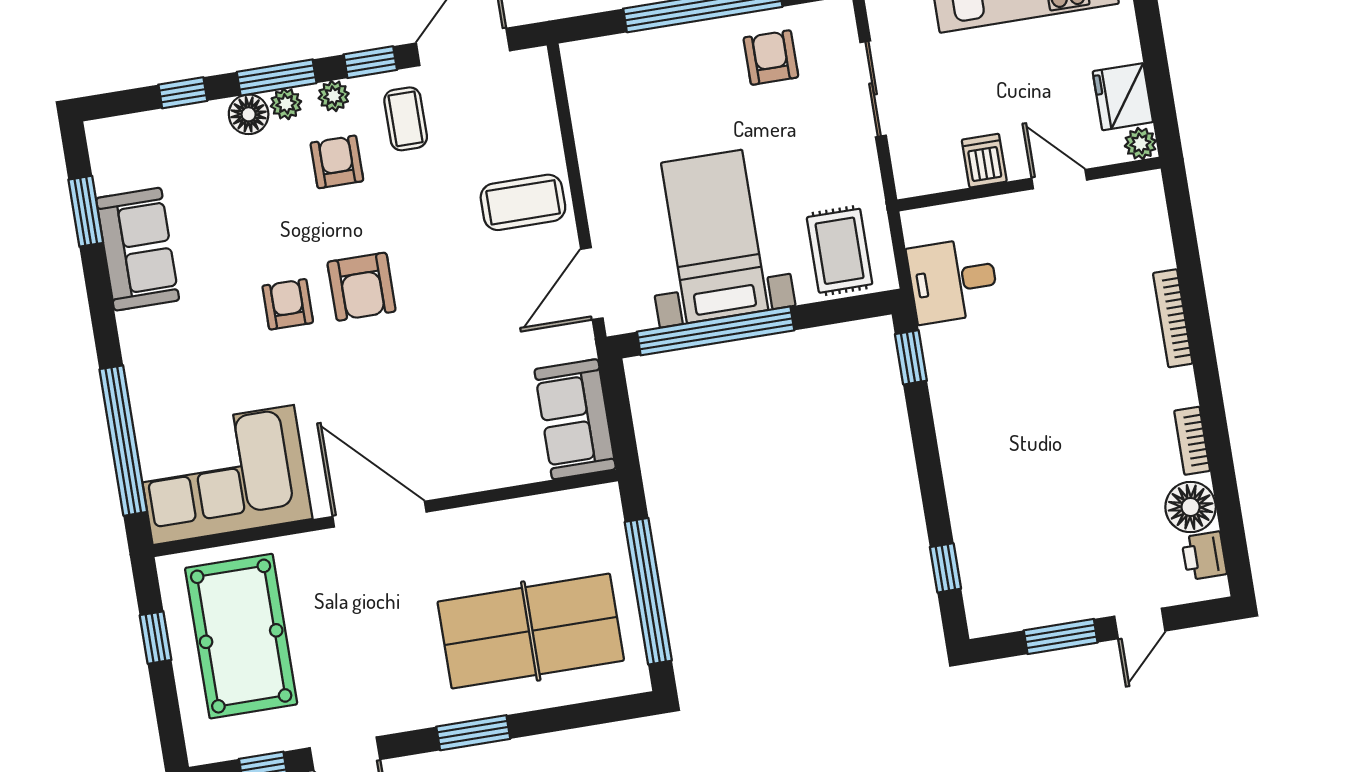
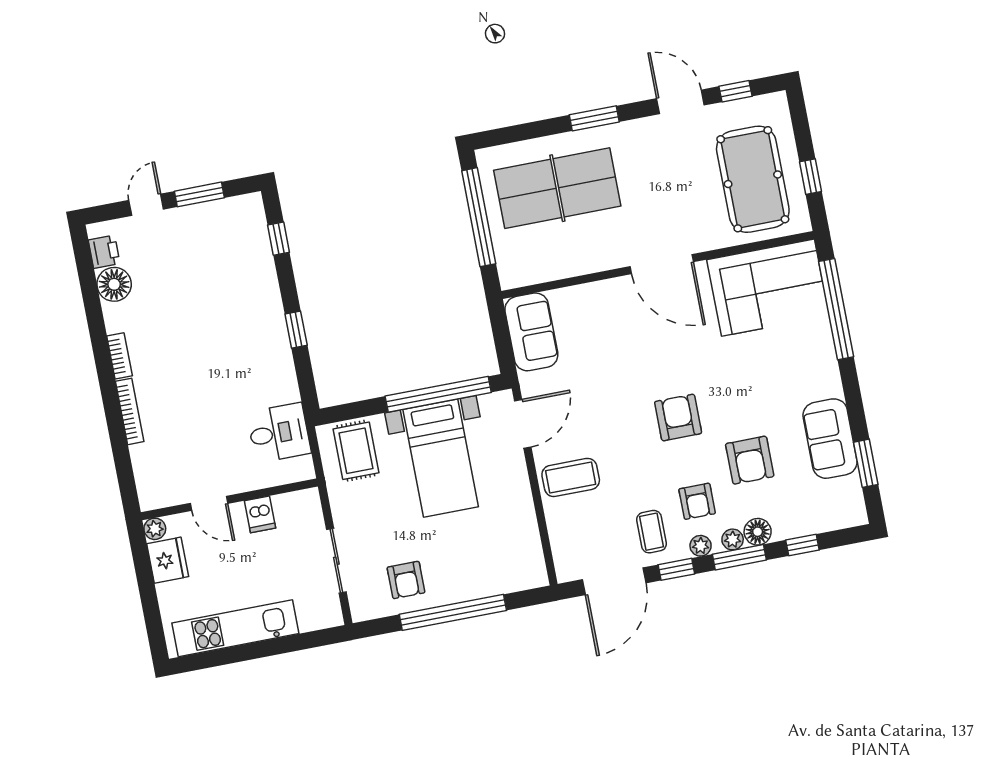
armchair: (288, 304) -> (750, 460), moved, width x1.38, depth x1.38
window: (911, 357) -> (296, 330), moved
bookcase: (1192, 441) -> (119, 356), moved

